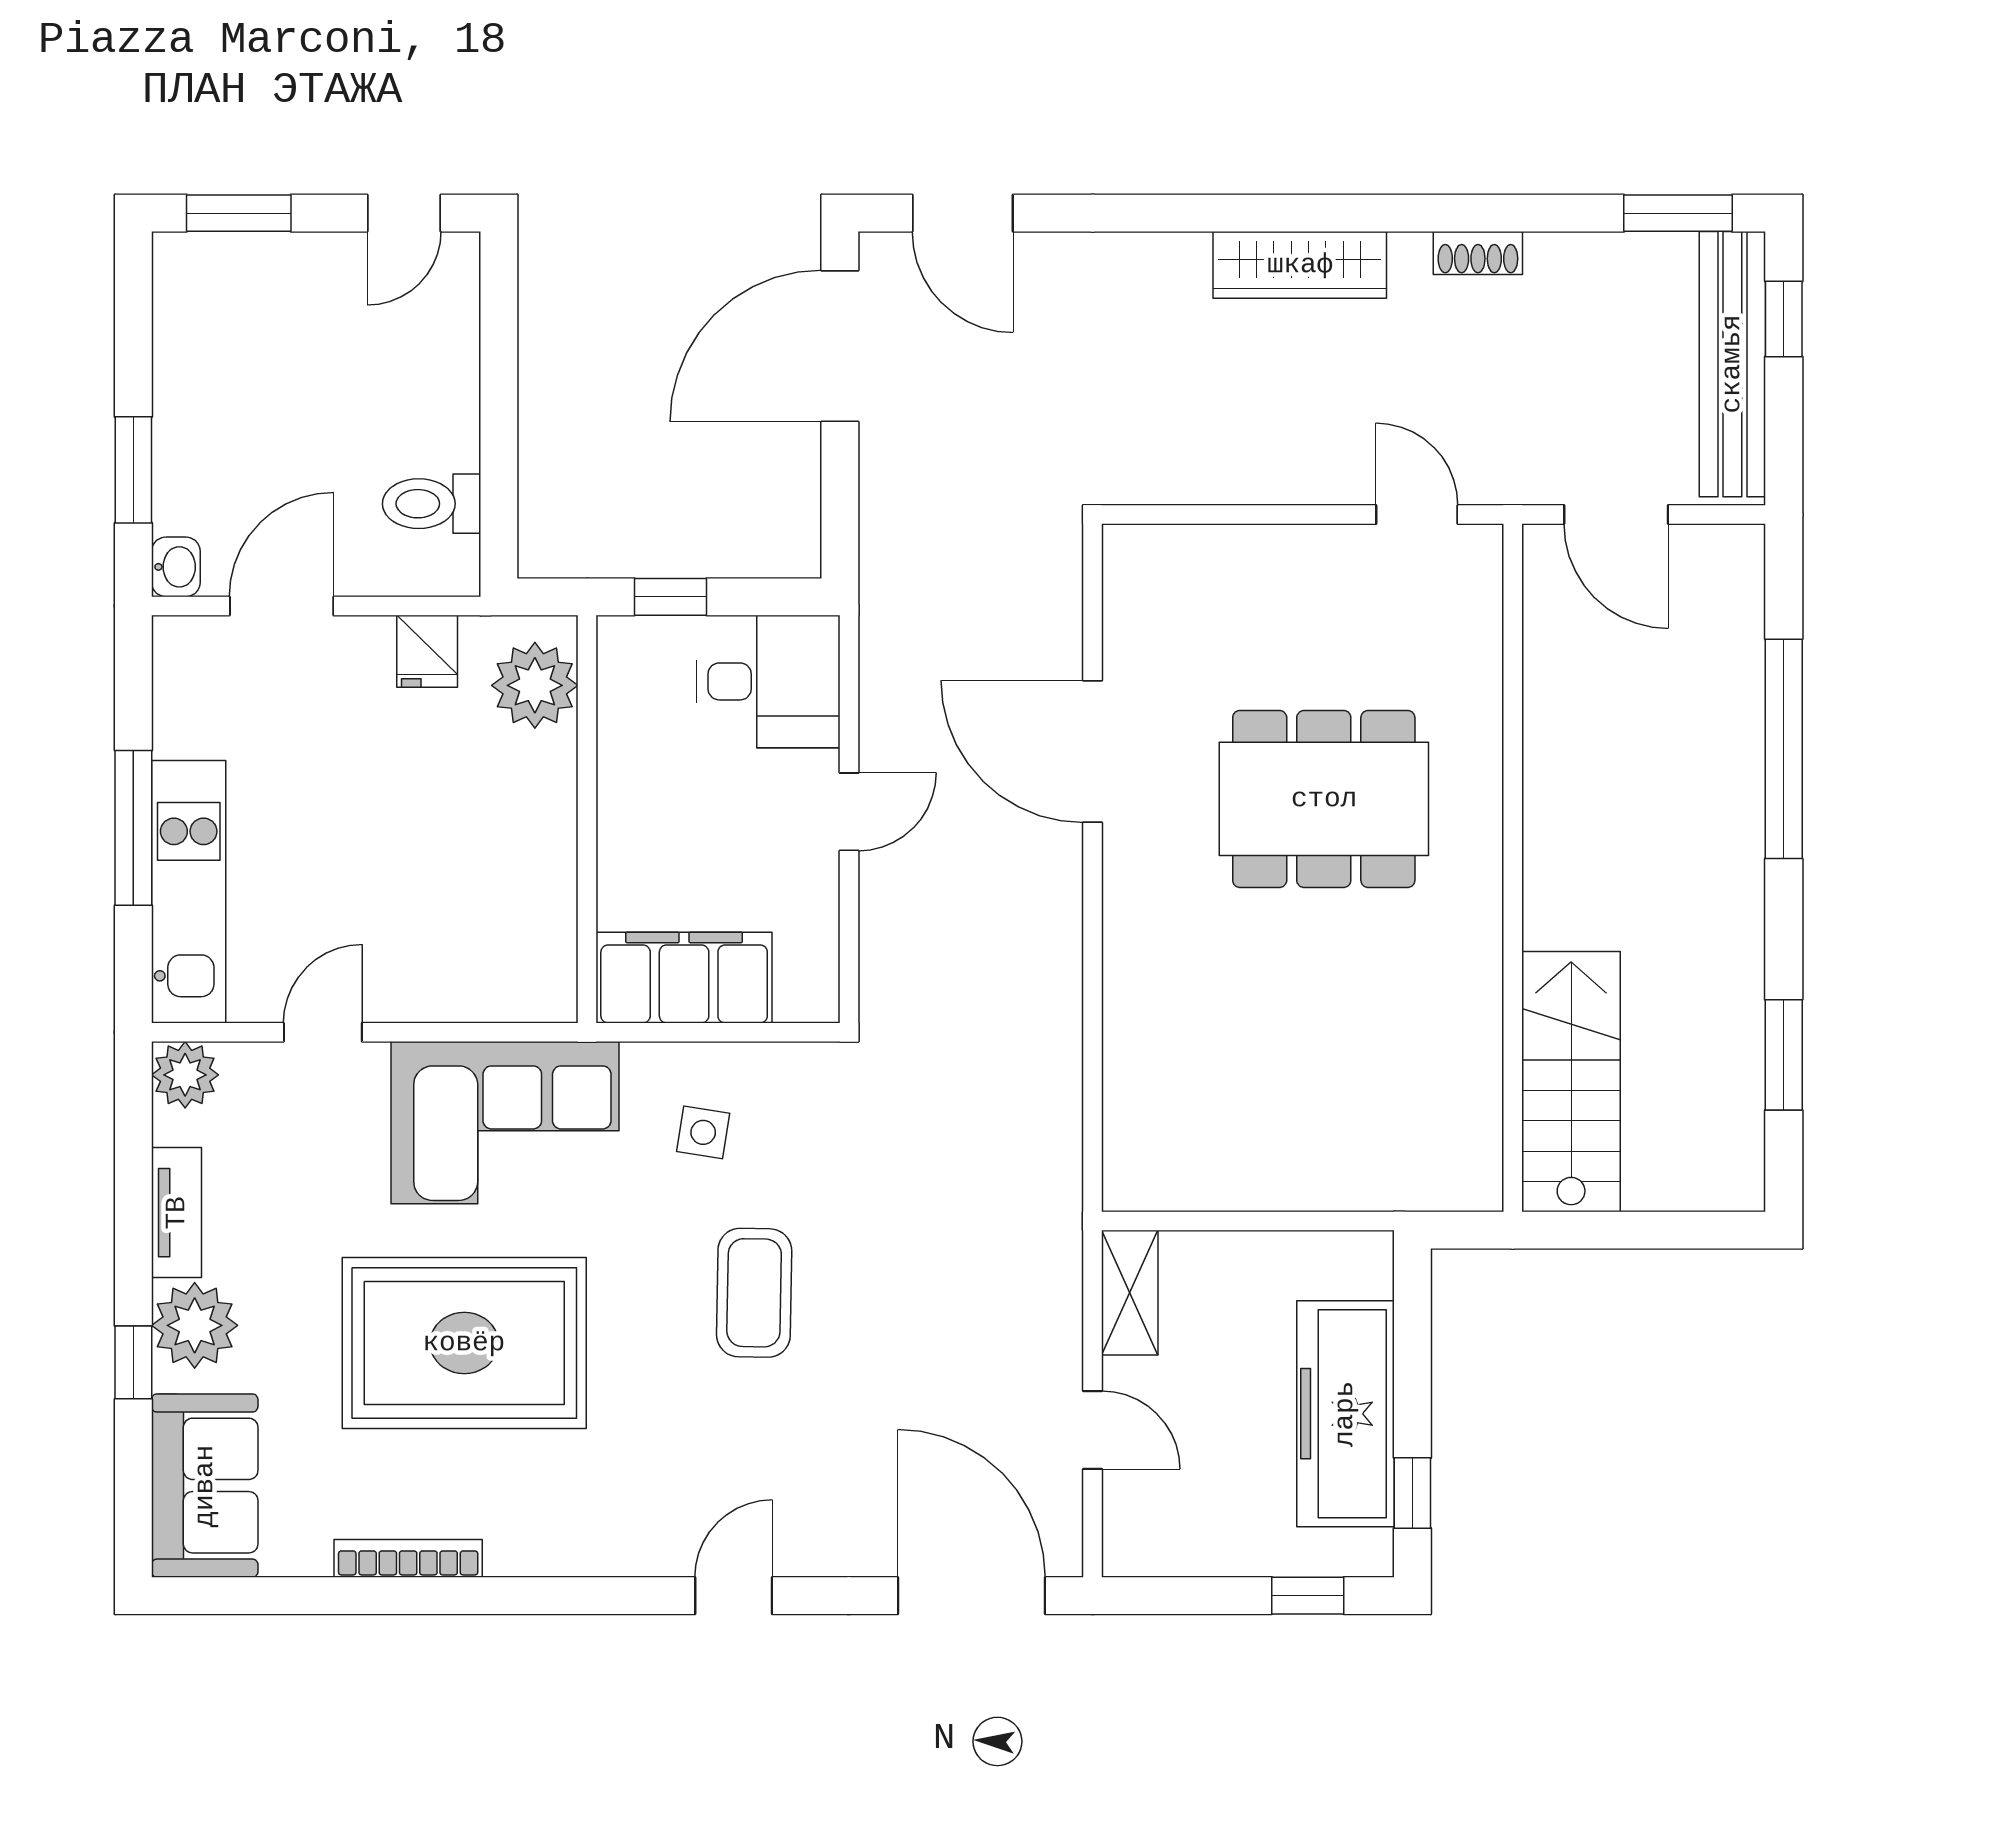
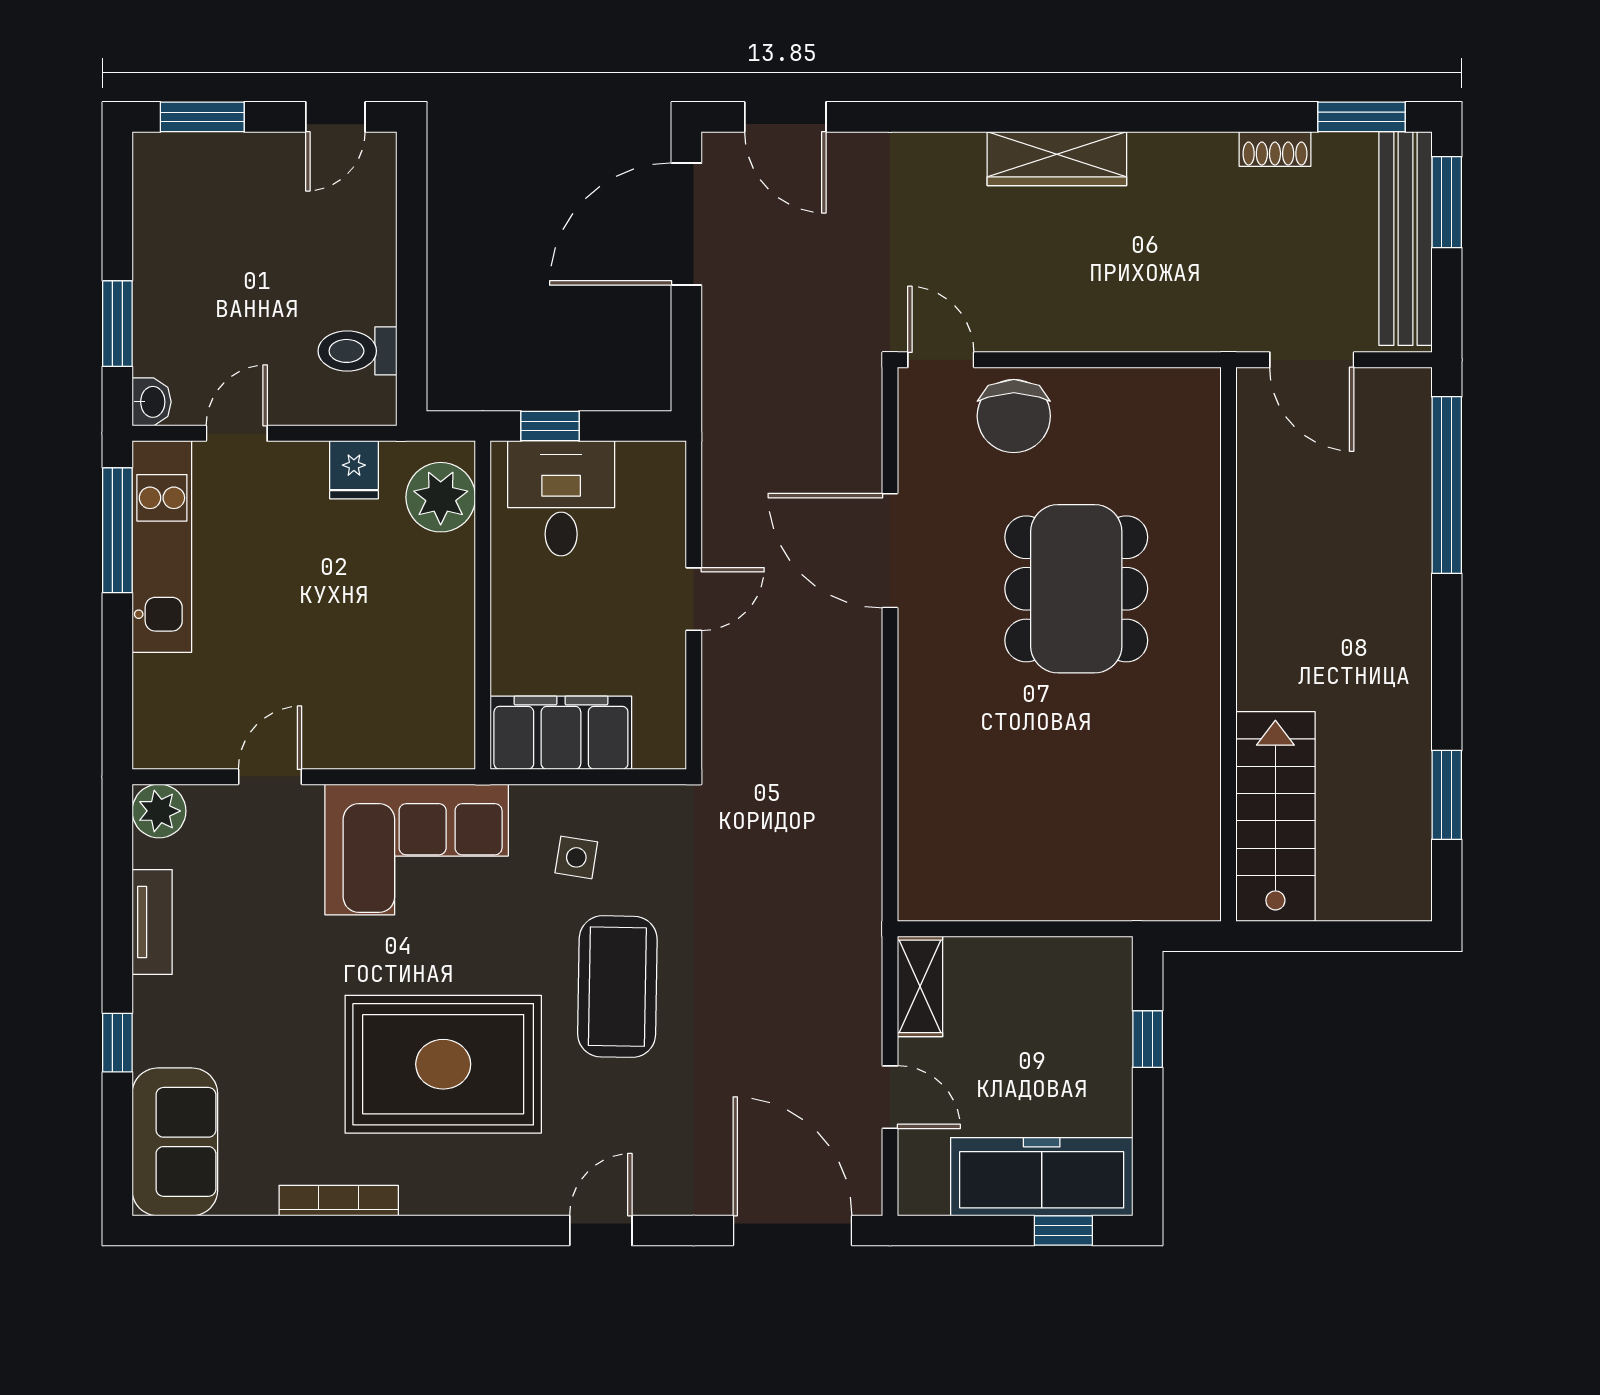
shoe rack: (1478, 253) -> (1275, 149), moved
window: (1784, 319) -> (1447, 202), width x1.50
door: (1417, 515) -> (941, 360), moved
chair: (1246, 584) -> (1014, 416), added
door: (282, 606) -> (237, 433), width x0.73
desk: (768, 681) -> (561, 498), moved, turned -90
window: (1784, 749) -> (1447, 485), moved
dining table: (1324, 799) -> (1076, 589), turned 90
window: (133, 828) -> (117, 530), moved
kitchen unit: (189, 892) -> (162, 546), moved
coffee table: (754, 1293) -> (617, 987), width x1.36, depth x1.32
plant: (195, 1325) -> (167, 1013), removed
rug: (464, 1343) -> (443, 1064), moved
freezer: (1345, 1414) -> (1042, 1177), moved, turned 90
window: (1412, 1493) -> (1148, 1039), moved

